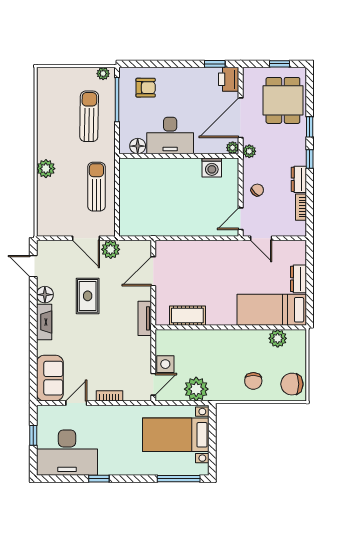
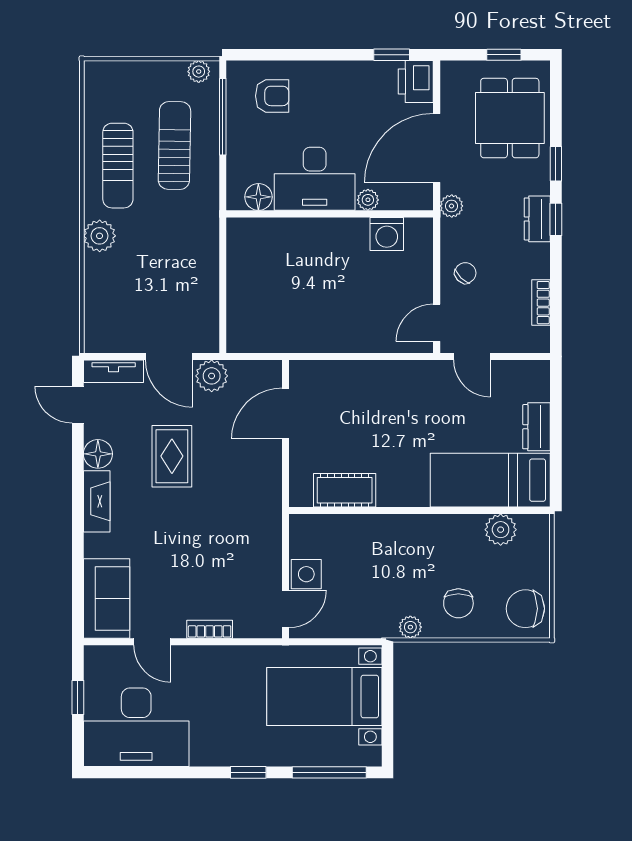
plant: (233, 148) -> (368, 200), moved
dresser: (299, 179) -> (537, 219), moved
sun lounger: (96, 187) -> (118, 166), moved, turned 180
tv unit: (145, 318) -> (114, 371), moved, turned -90
plant: (196, 389) -> (410, 627), moved, width x0.53, depth x0.53
door: (76, 403) -> (152, 642), swing flipped
window: (99, 479) -> (248, 772), moved

